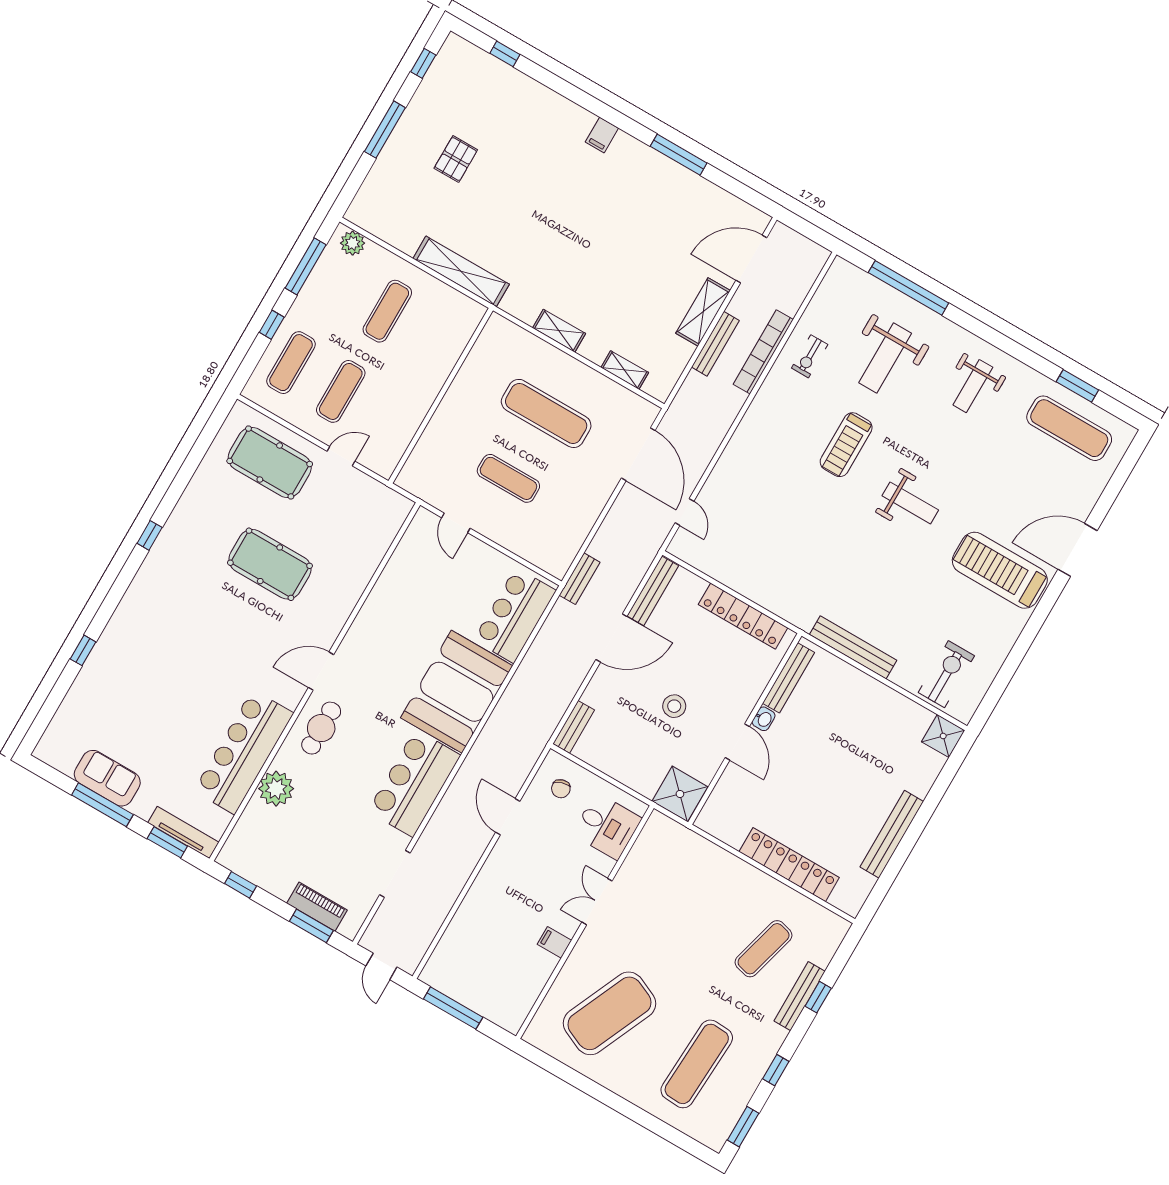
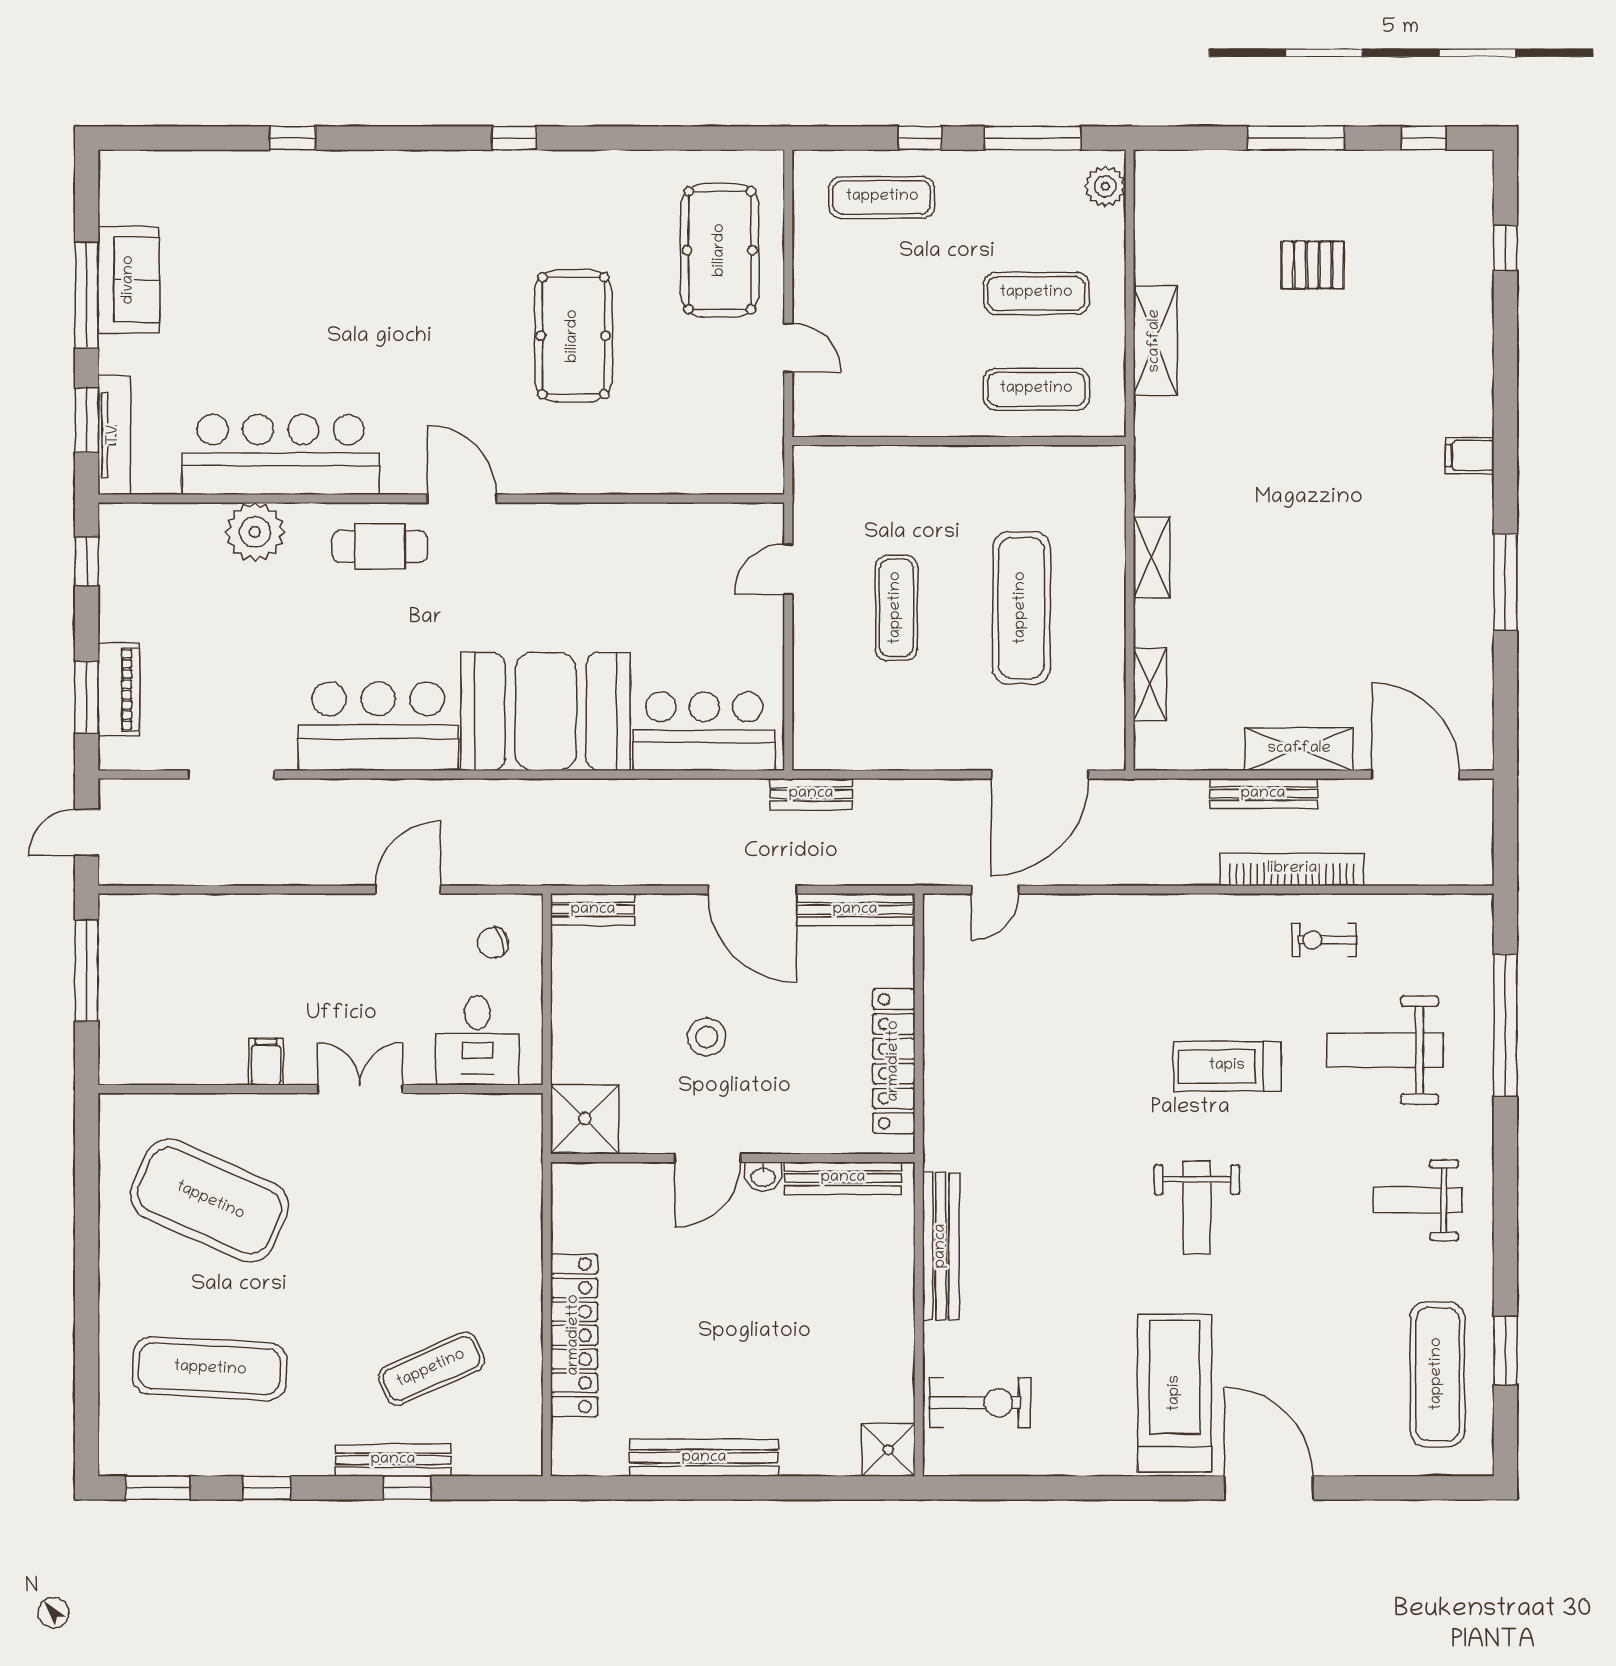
shelving: (461, 271) -> (1155, 341), width x0.68
exercise mat: (341, 391) -> (1036, 389), moved
exercise mat: (764, 949) -> (431, 1369), turned -39

